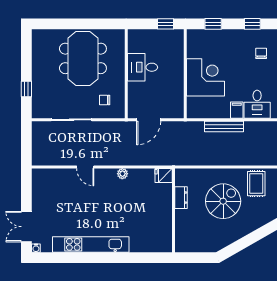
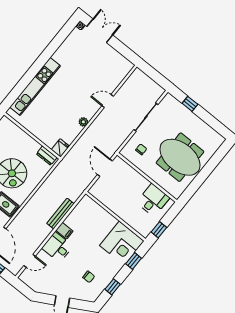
desk: (143, 67) -> (153, 200), moved
corner desk: (205, 77) -> (122, 243), moved
dresser: (181, 198) -> (47, 156), moved
kitchen unit: (91, 244) -> (35, 87), moved

